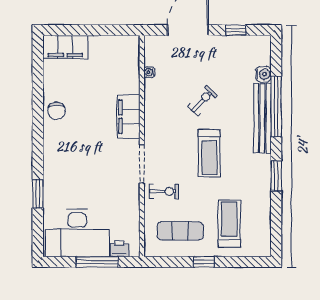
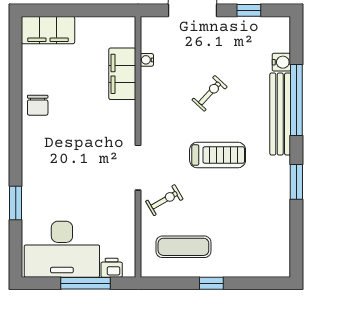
filing cabinet: (128, 117) -> (122, 74), moved
treadmill: (209, 153) -> (218, 155), turned -90
exercise bike: (164, 191) -> (164, 200), turned -30
treadmill: (229, 224) -> (241, 238), removed

